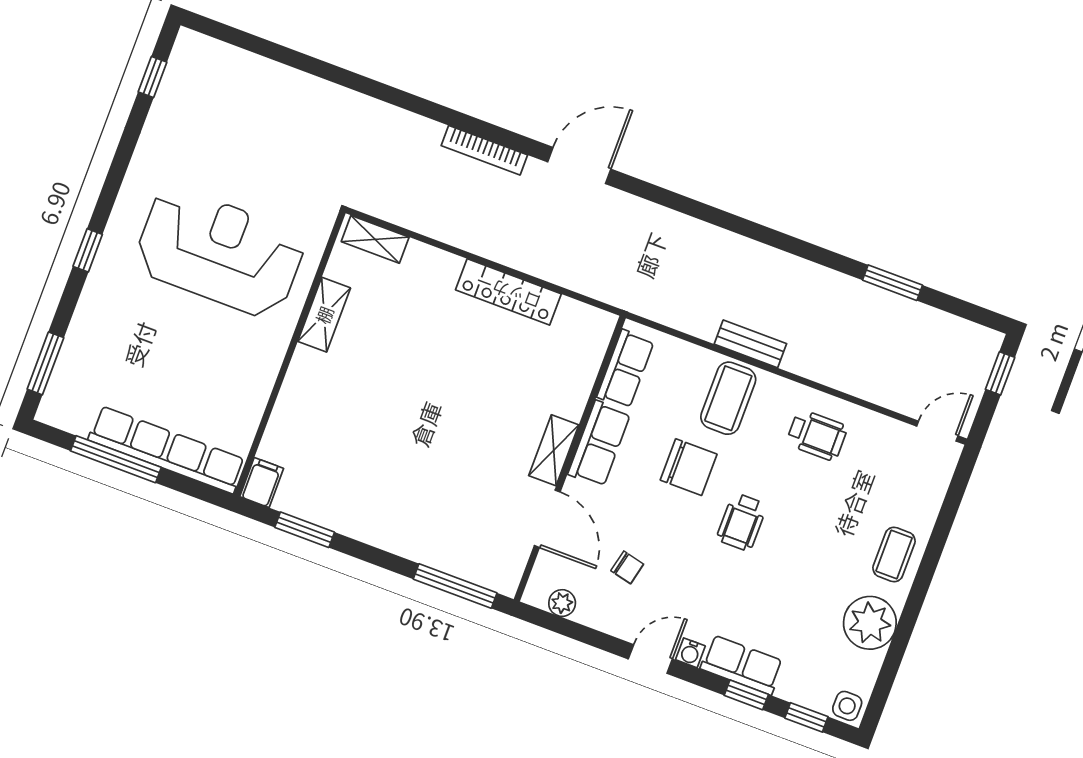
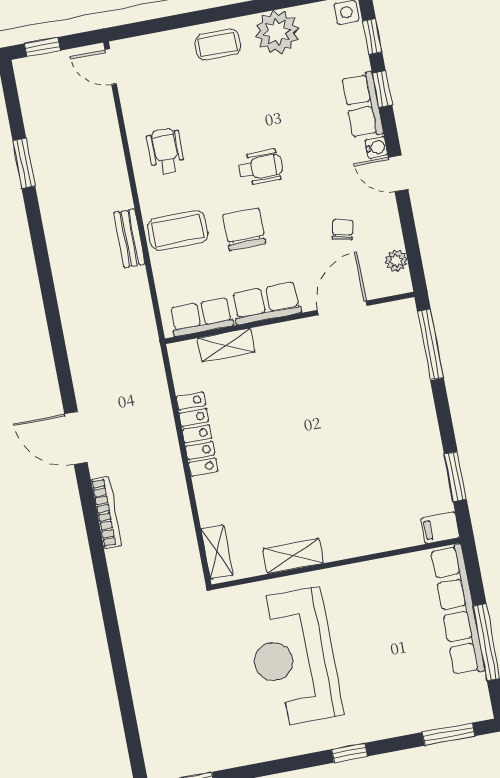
shelving: (554, 450) -> (226, 345), moved

